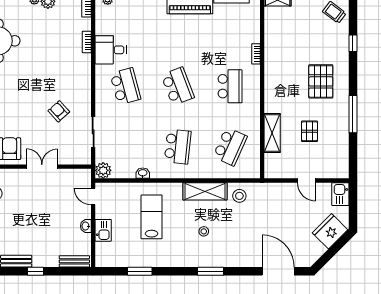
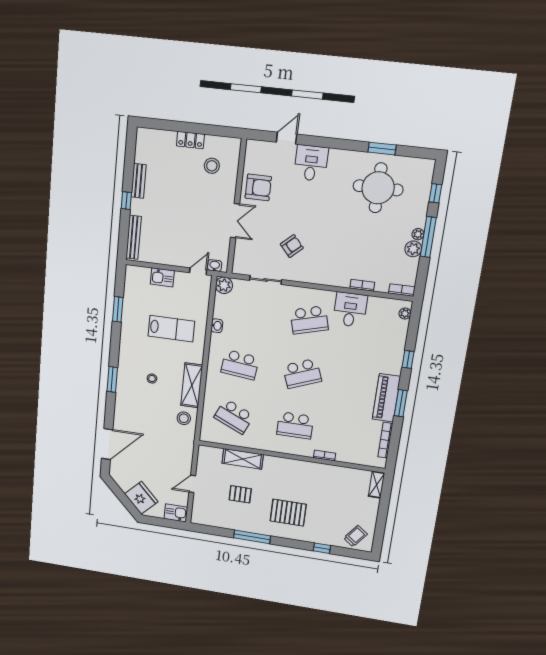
washbasin: (86, 226) -> (215, 266), moved
bench: (74, 261) -> (134, 237), width x1.36

